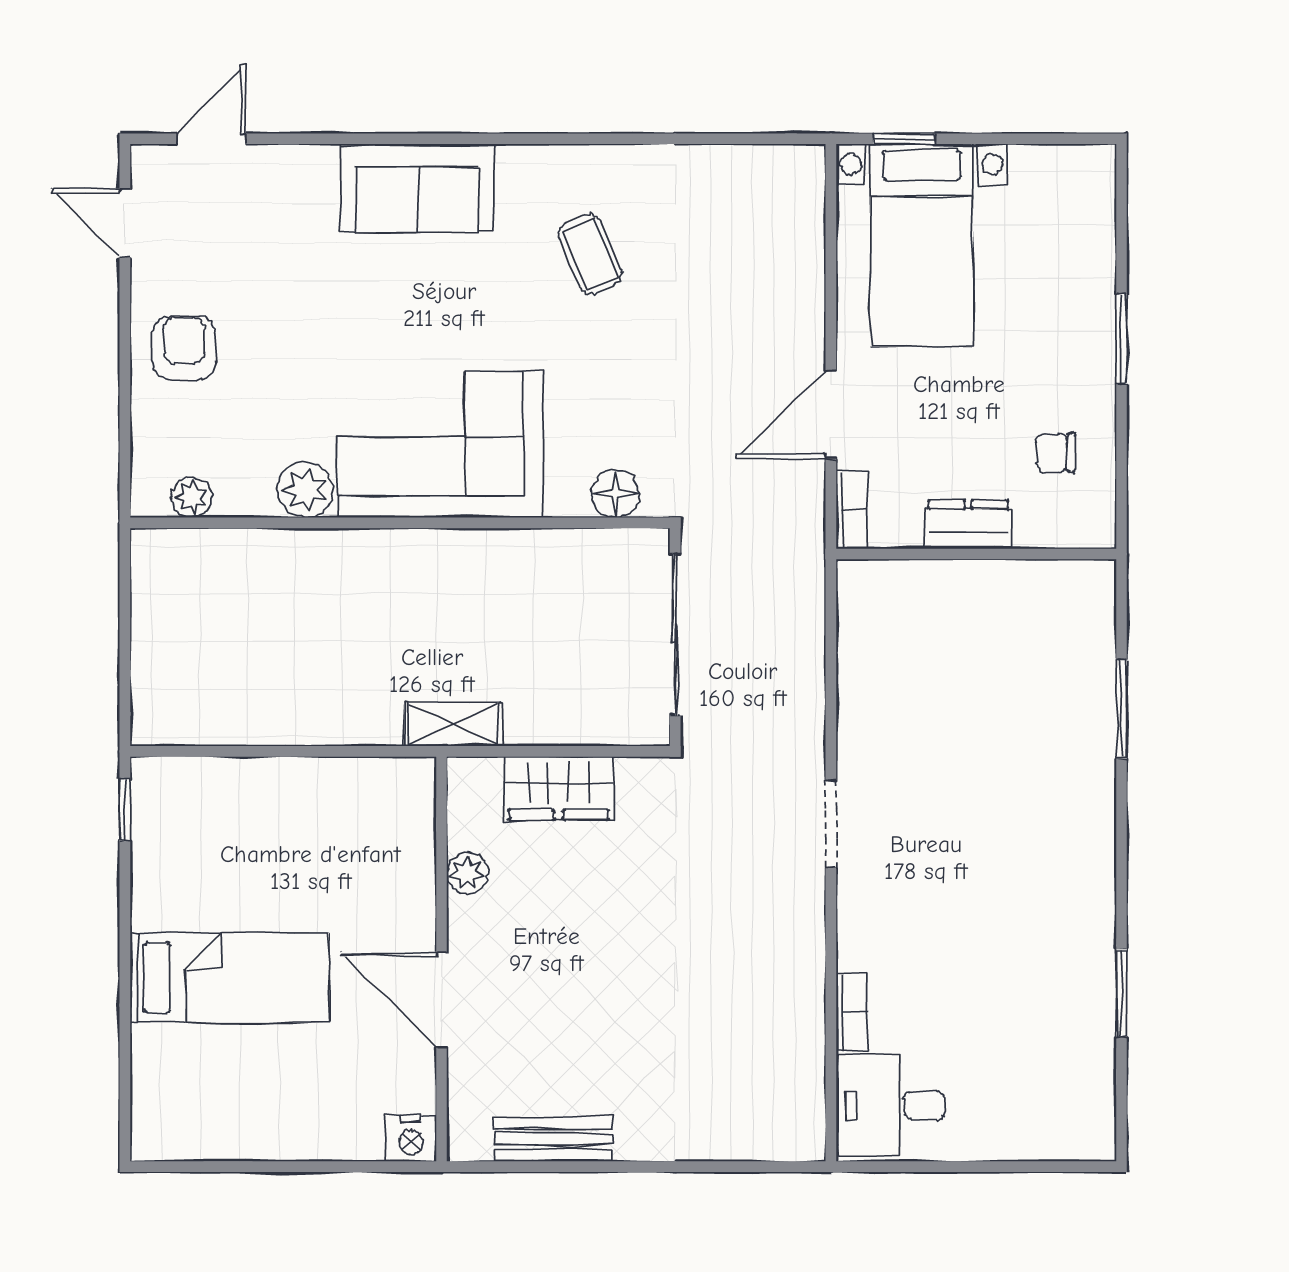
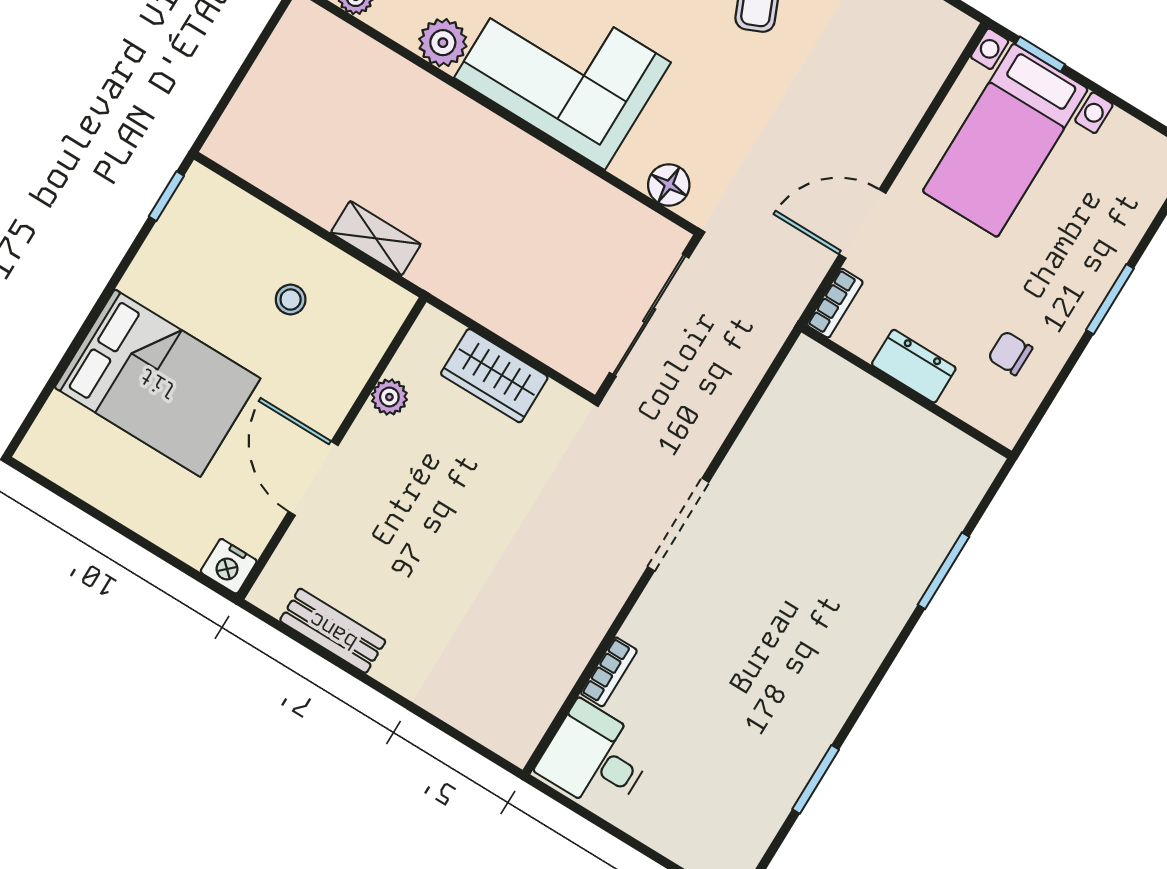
shelving: (453, 724) -> (376, 238), moved
doorway: (831, 824) -> (678, 524), width x1.38
stool: (311, 836) -> (291, 299), added
bed: (229, 978) -> (158, 383), width x1.50

